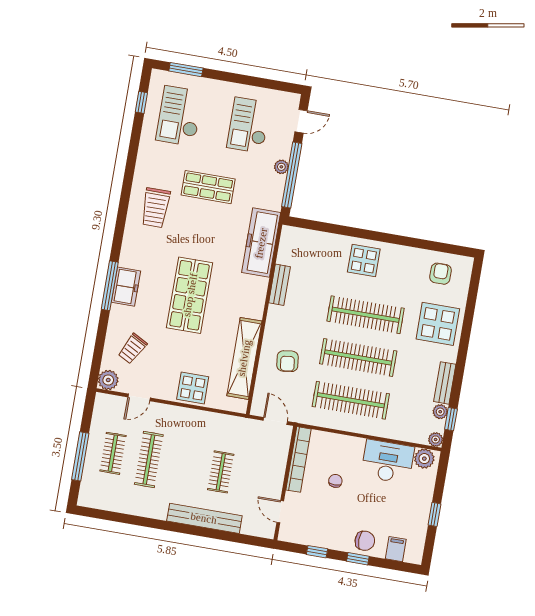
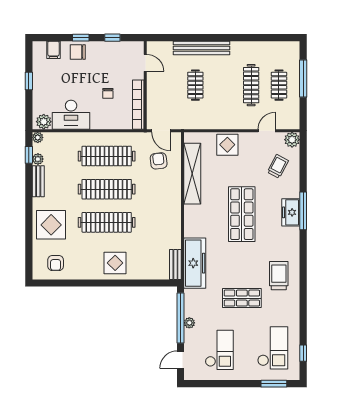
bench: (280, 285) -> (175, 264), moved
armchair: (288, 361) -> (159, 161), moved

